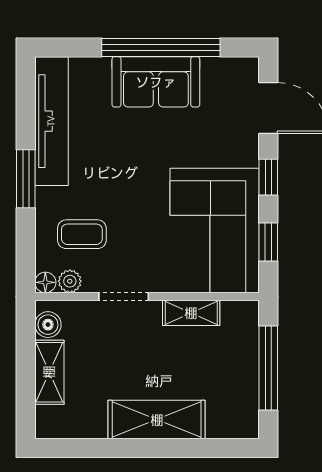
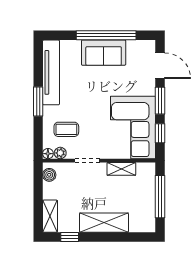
window: (268, 177) -> (160, 101), width x1.50
shelving: (49, 372) -> (50, 216), moved
window: (89, 448) -> (70, 237), added

